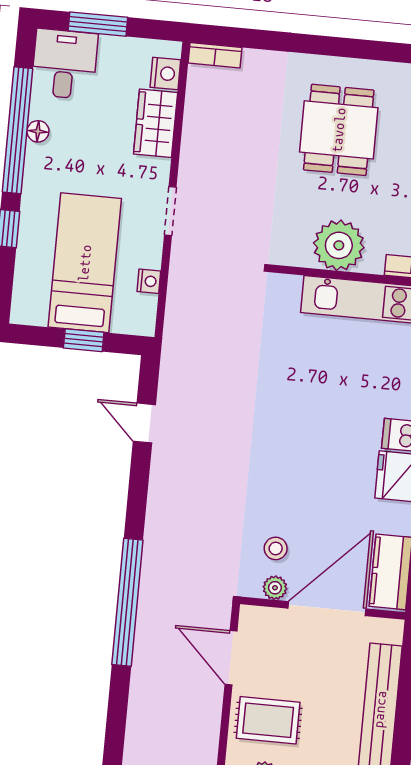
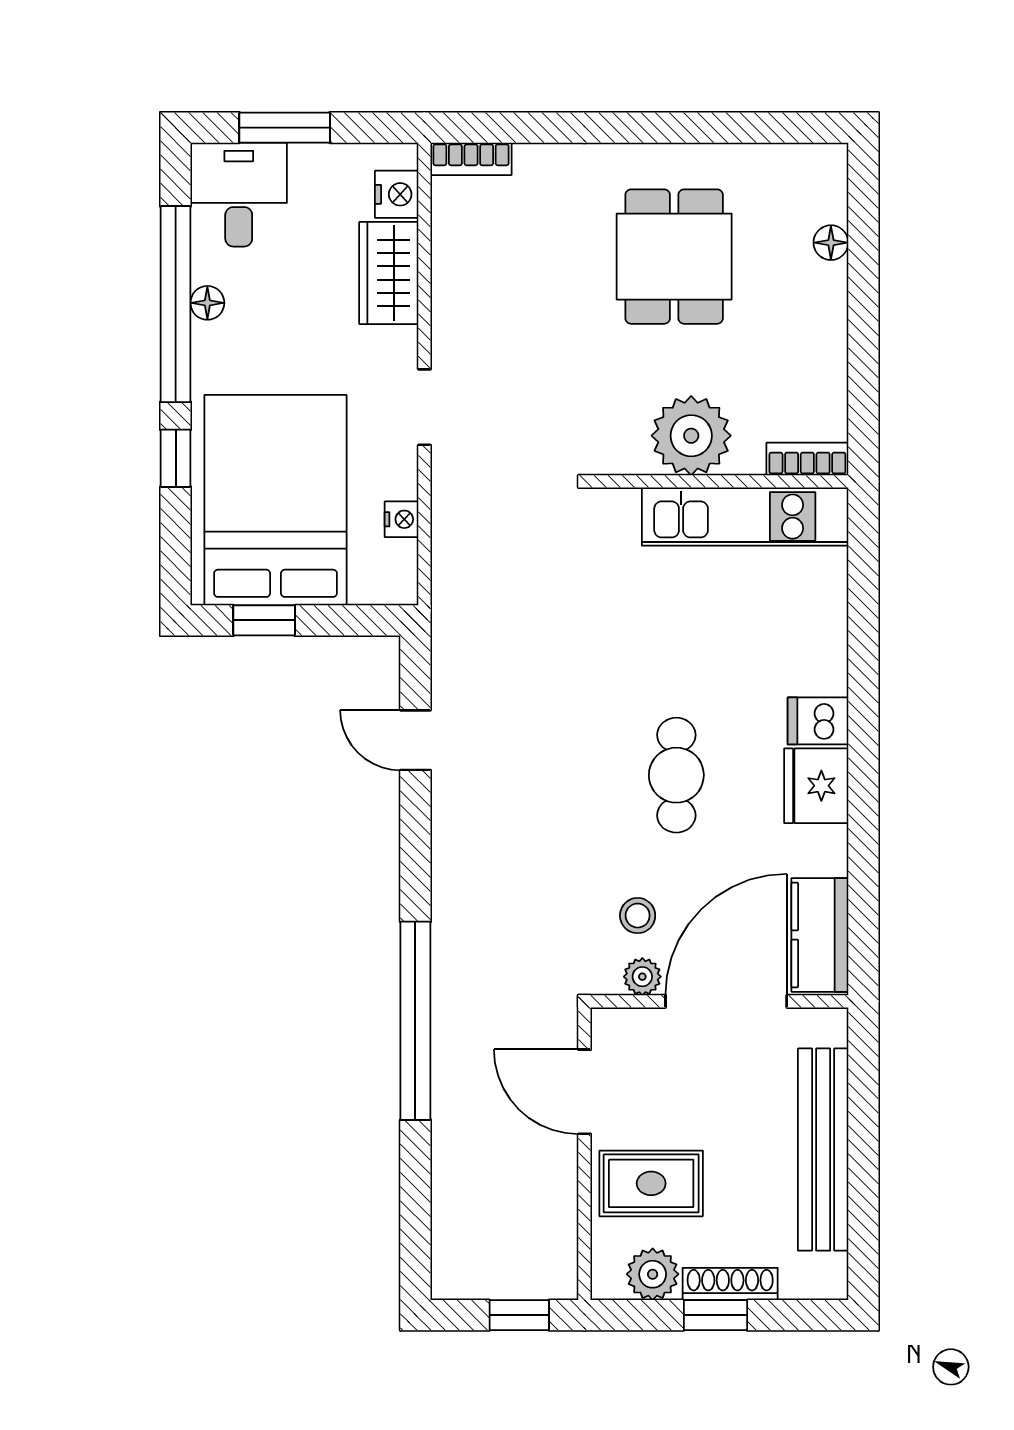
bed: (85, 263) -> (275, 500), width x1.50
window: (84, 340) -> (264, 620), moved
cafe table: (309, 461) -> (676, 775), added

